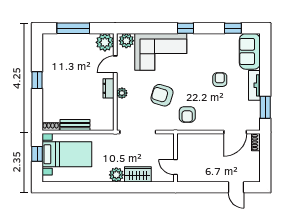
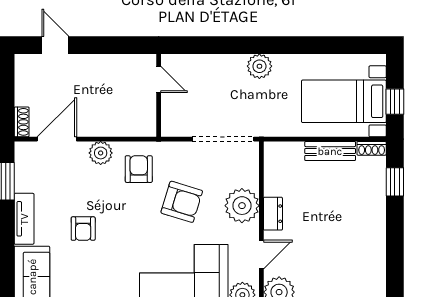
window: (37, 80) -> (395, 182), moved
plant: (122, 93) -> (242, 206), width x1.87, depth x1.87
plant: (210, 124) -> (101, 153), added
wardrobe: (138, 174) -> (223, 67), removed

